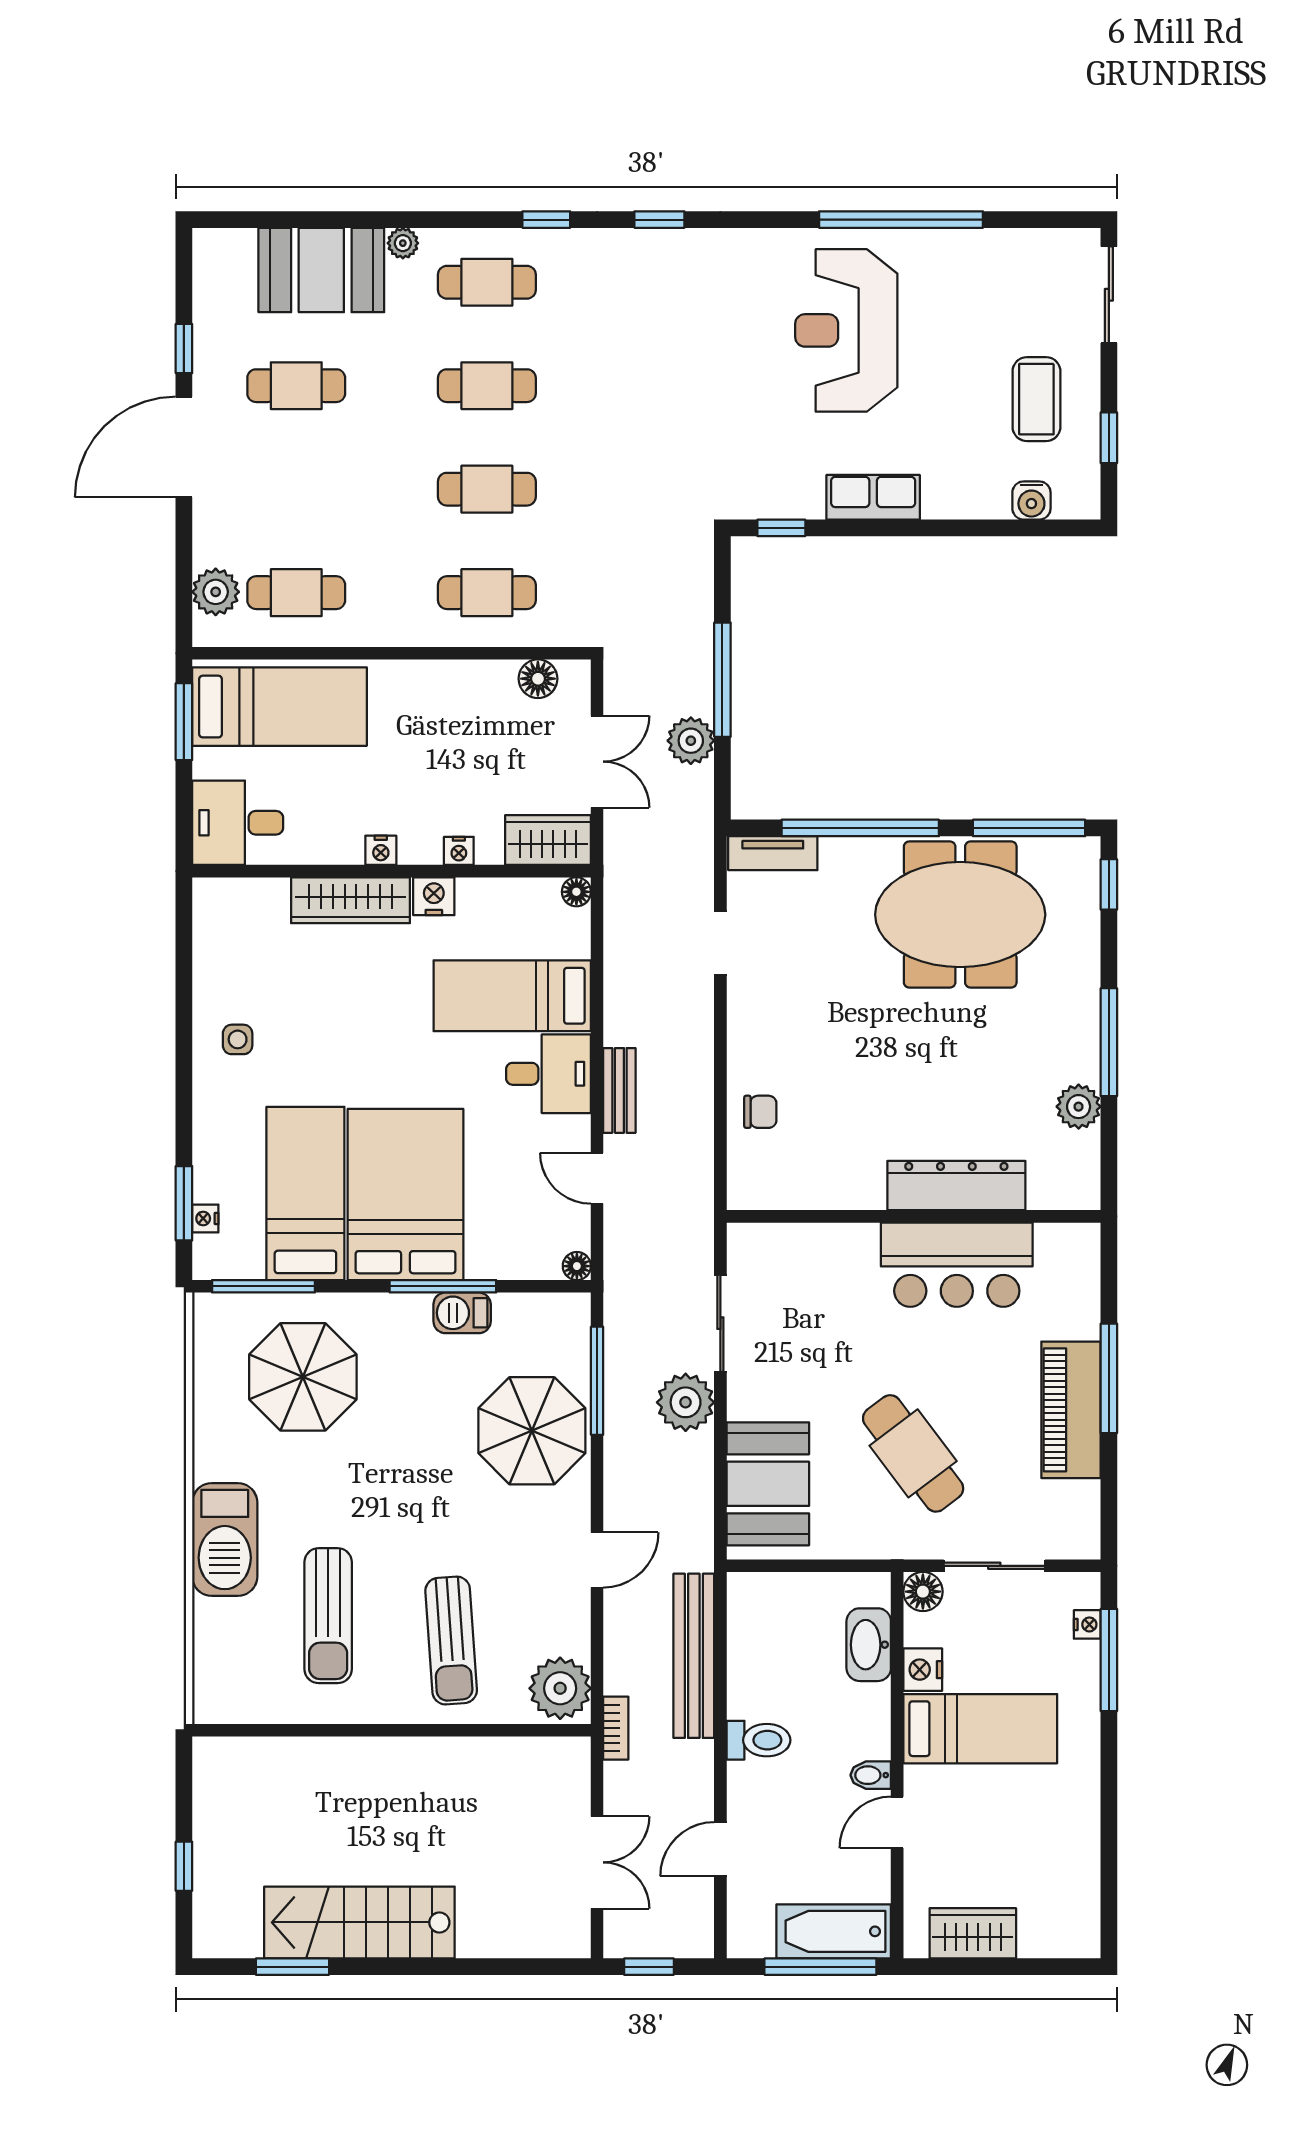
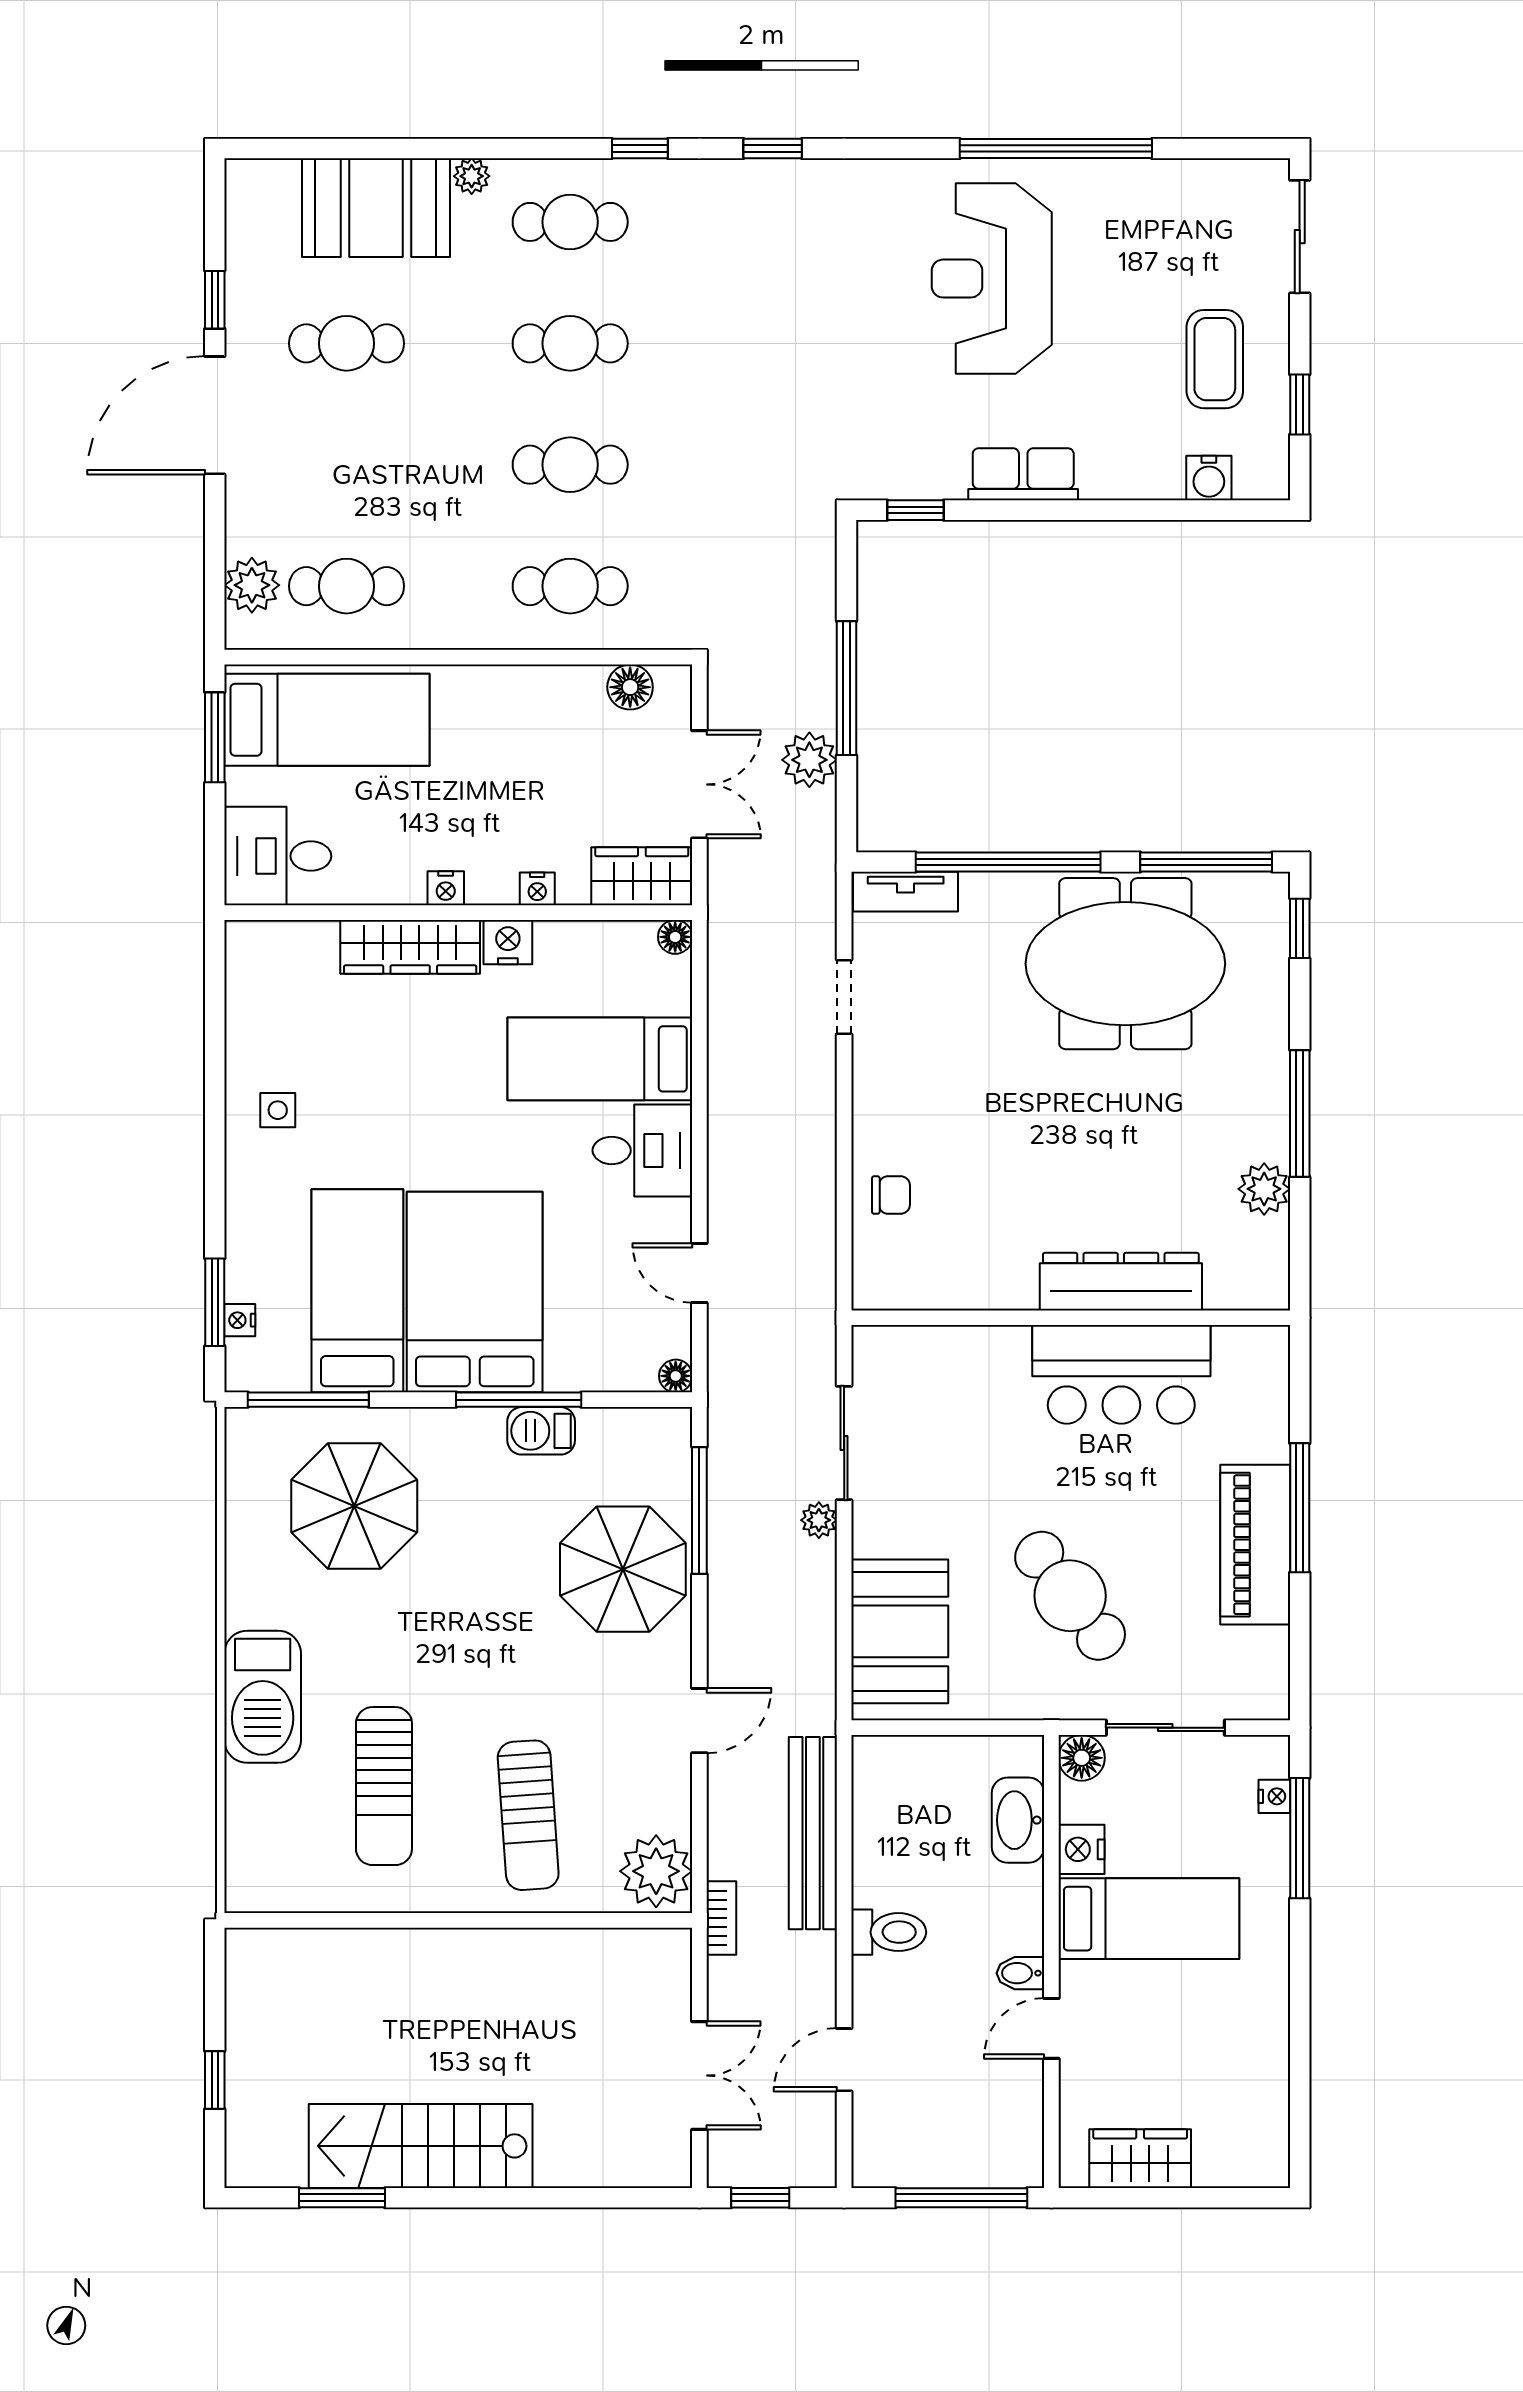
bench: (619, 1090) -> (726, 1170), removed
plant: (686, 1402) -> (819, 1520), width x0.53, depth x0.53
bathtub: (834, 1931) -> (977, 2156), removed

